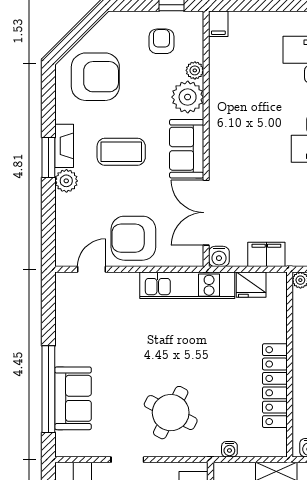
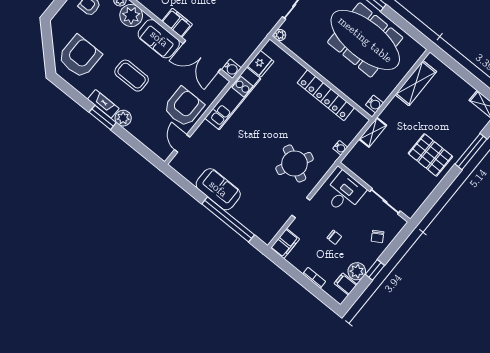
coffee table: (121, 152) -> (132, 76), turned 90
armchair: (133, 238) -> (184, 107), turned 180
filing cabinet: (266, 254) -> (177, 23), moved, turned 90
sofa: (73, 398) -> (218, 189), moved

